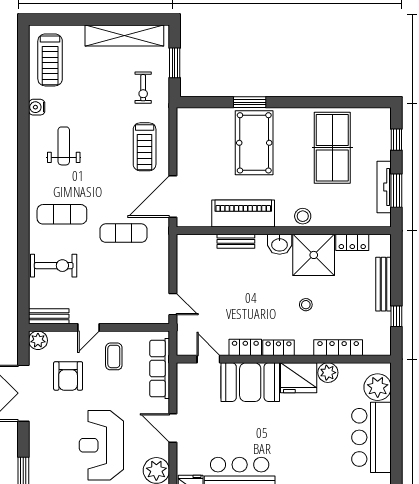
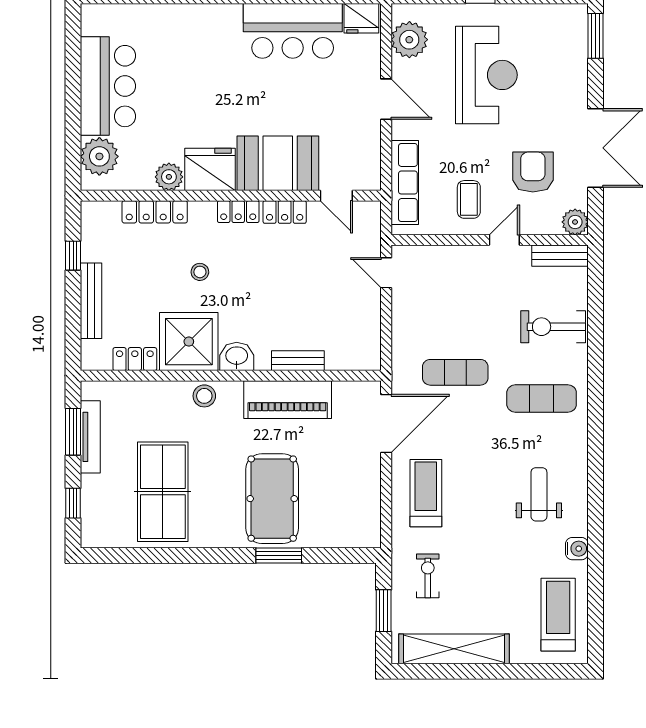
weight bench: (64, 146) -> (539, 494), turned 180

